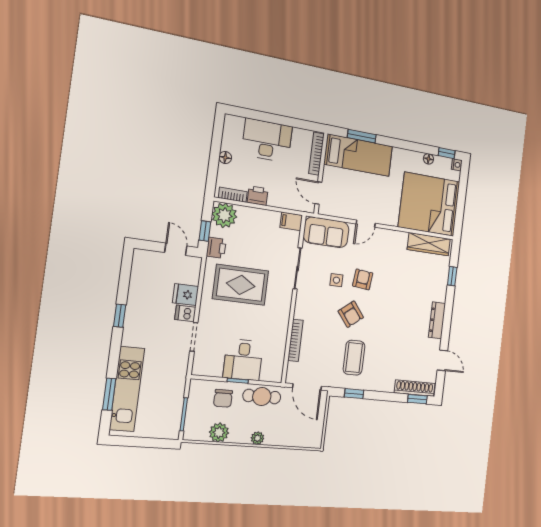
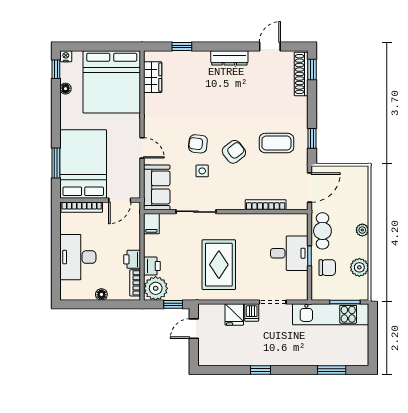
bed: (358, 155) -> (83, 164), width x1.50
wardrobe: (429, 244) -> (153, 77), width x0.67
printer: (216, 248) -> (152, 266), moved, turned 90
kitchen unit: (127, 389) -> (331, 314), moved, turned 180

